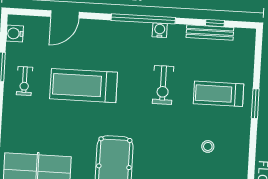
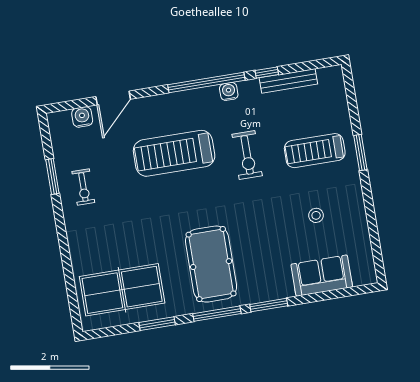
window: (215, 23) -> (267, 73), moved
water cooler: (15, 33) -> (82, 117), moved, turned 90
treadmill: (84, 86) -> (174, 153), moved

